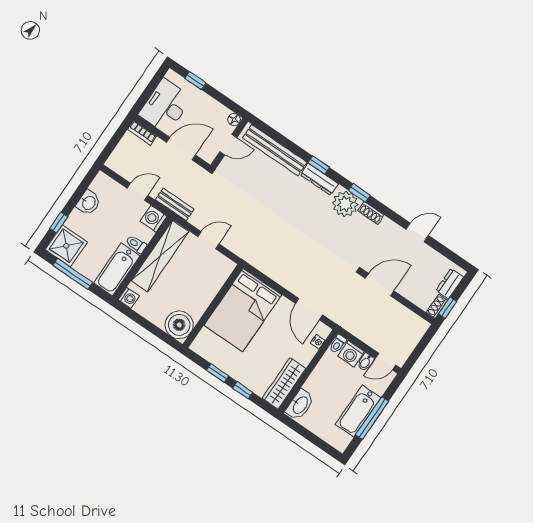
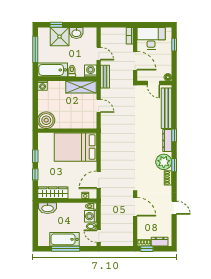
shower: (66, 246) -> (60, 37), moved
shelving: (160, 256) -> (81, 87), width x0.68

